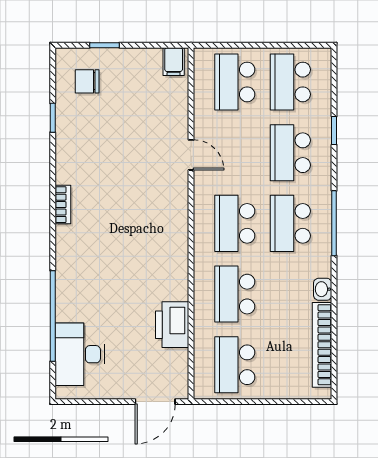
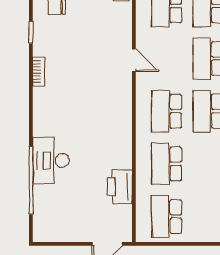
bookcase: (63, 205) -> (38, 71), moved
desk: (80, 354) -> (51, 160), moved

